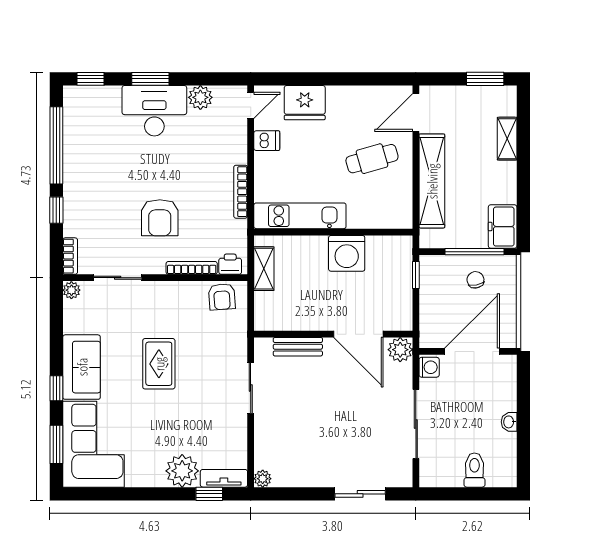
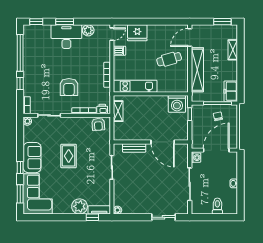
washing machine: (347, 253) -> (177, 104), moved
plant: (400, 350) -> (182, 149), removed

